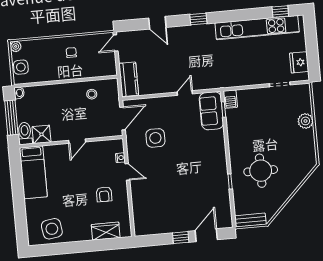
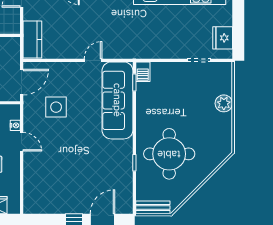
sofa: (211, 111) -> (117, 100), width x1.85, depth x1.27
round table: (261, 171) -> (169, 154), width x1.36, depth x1.36

